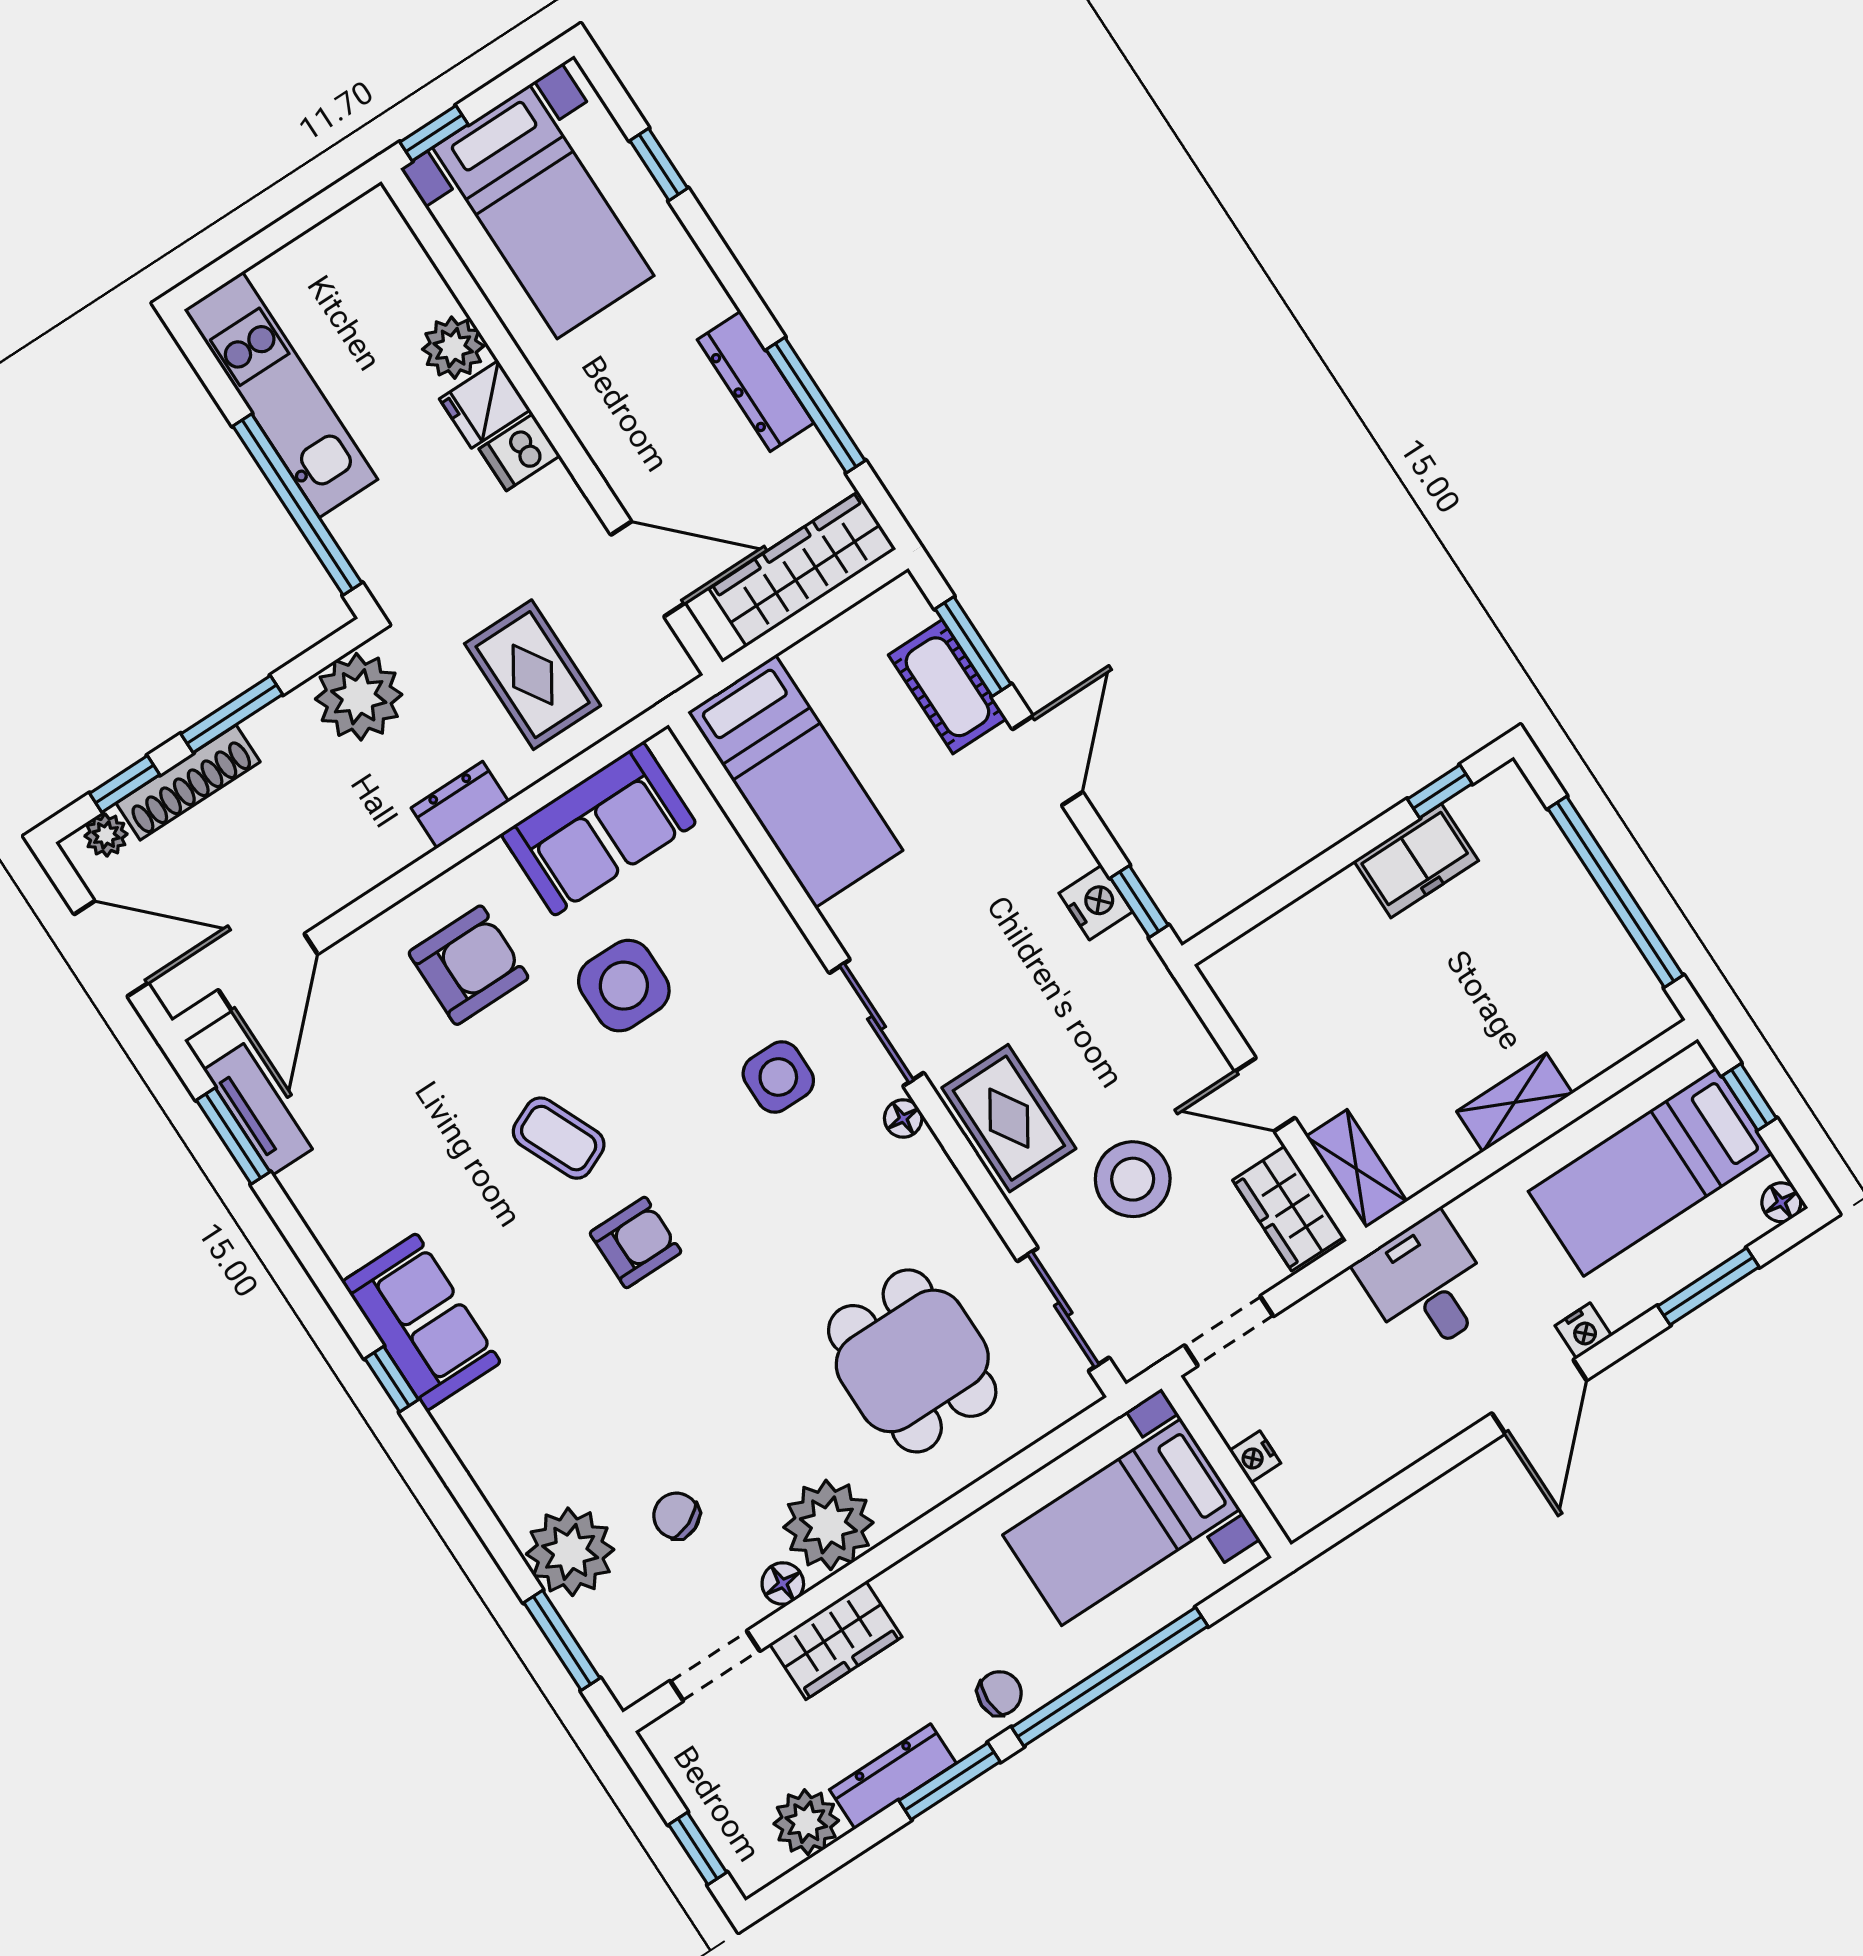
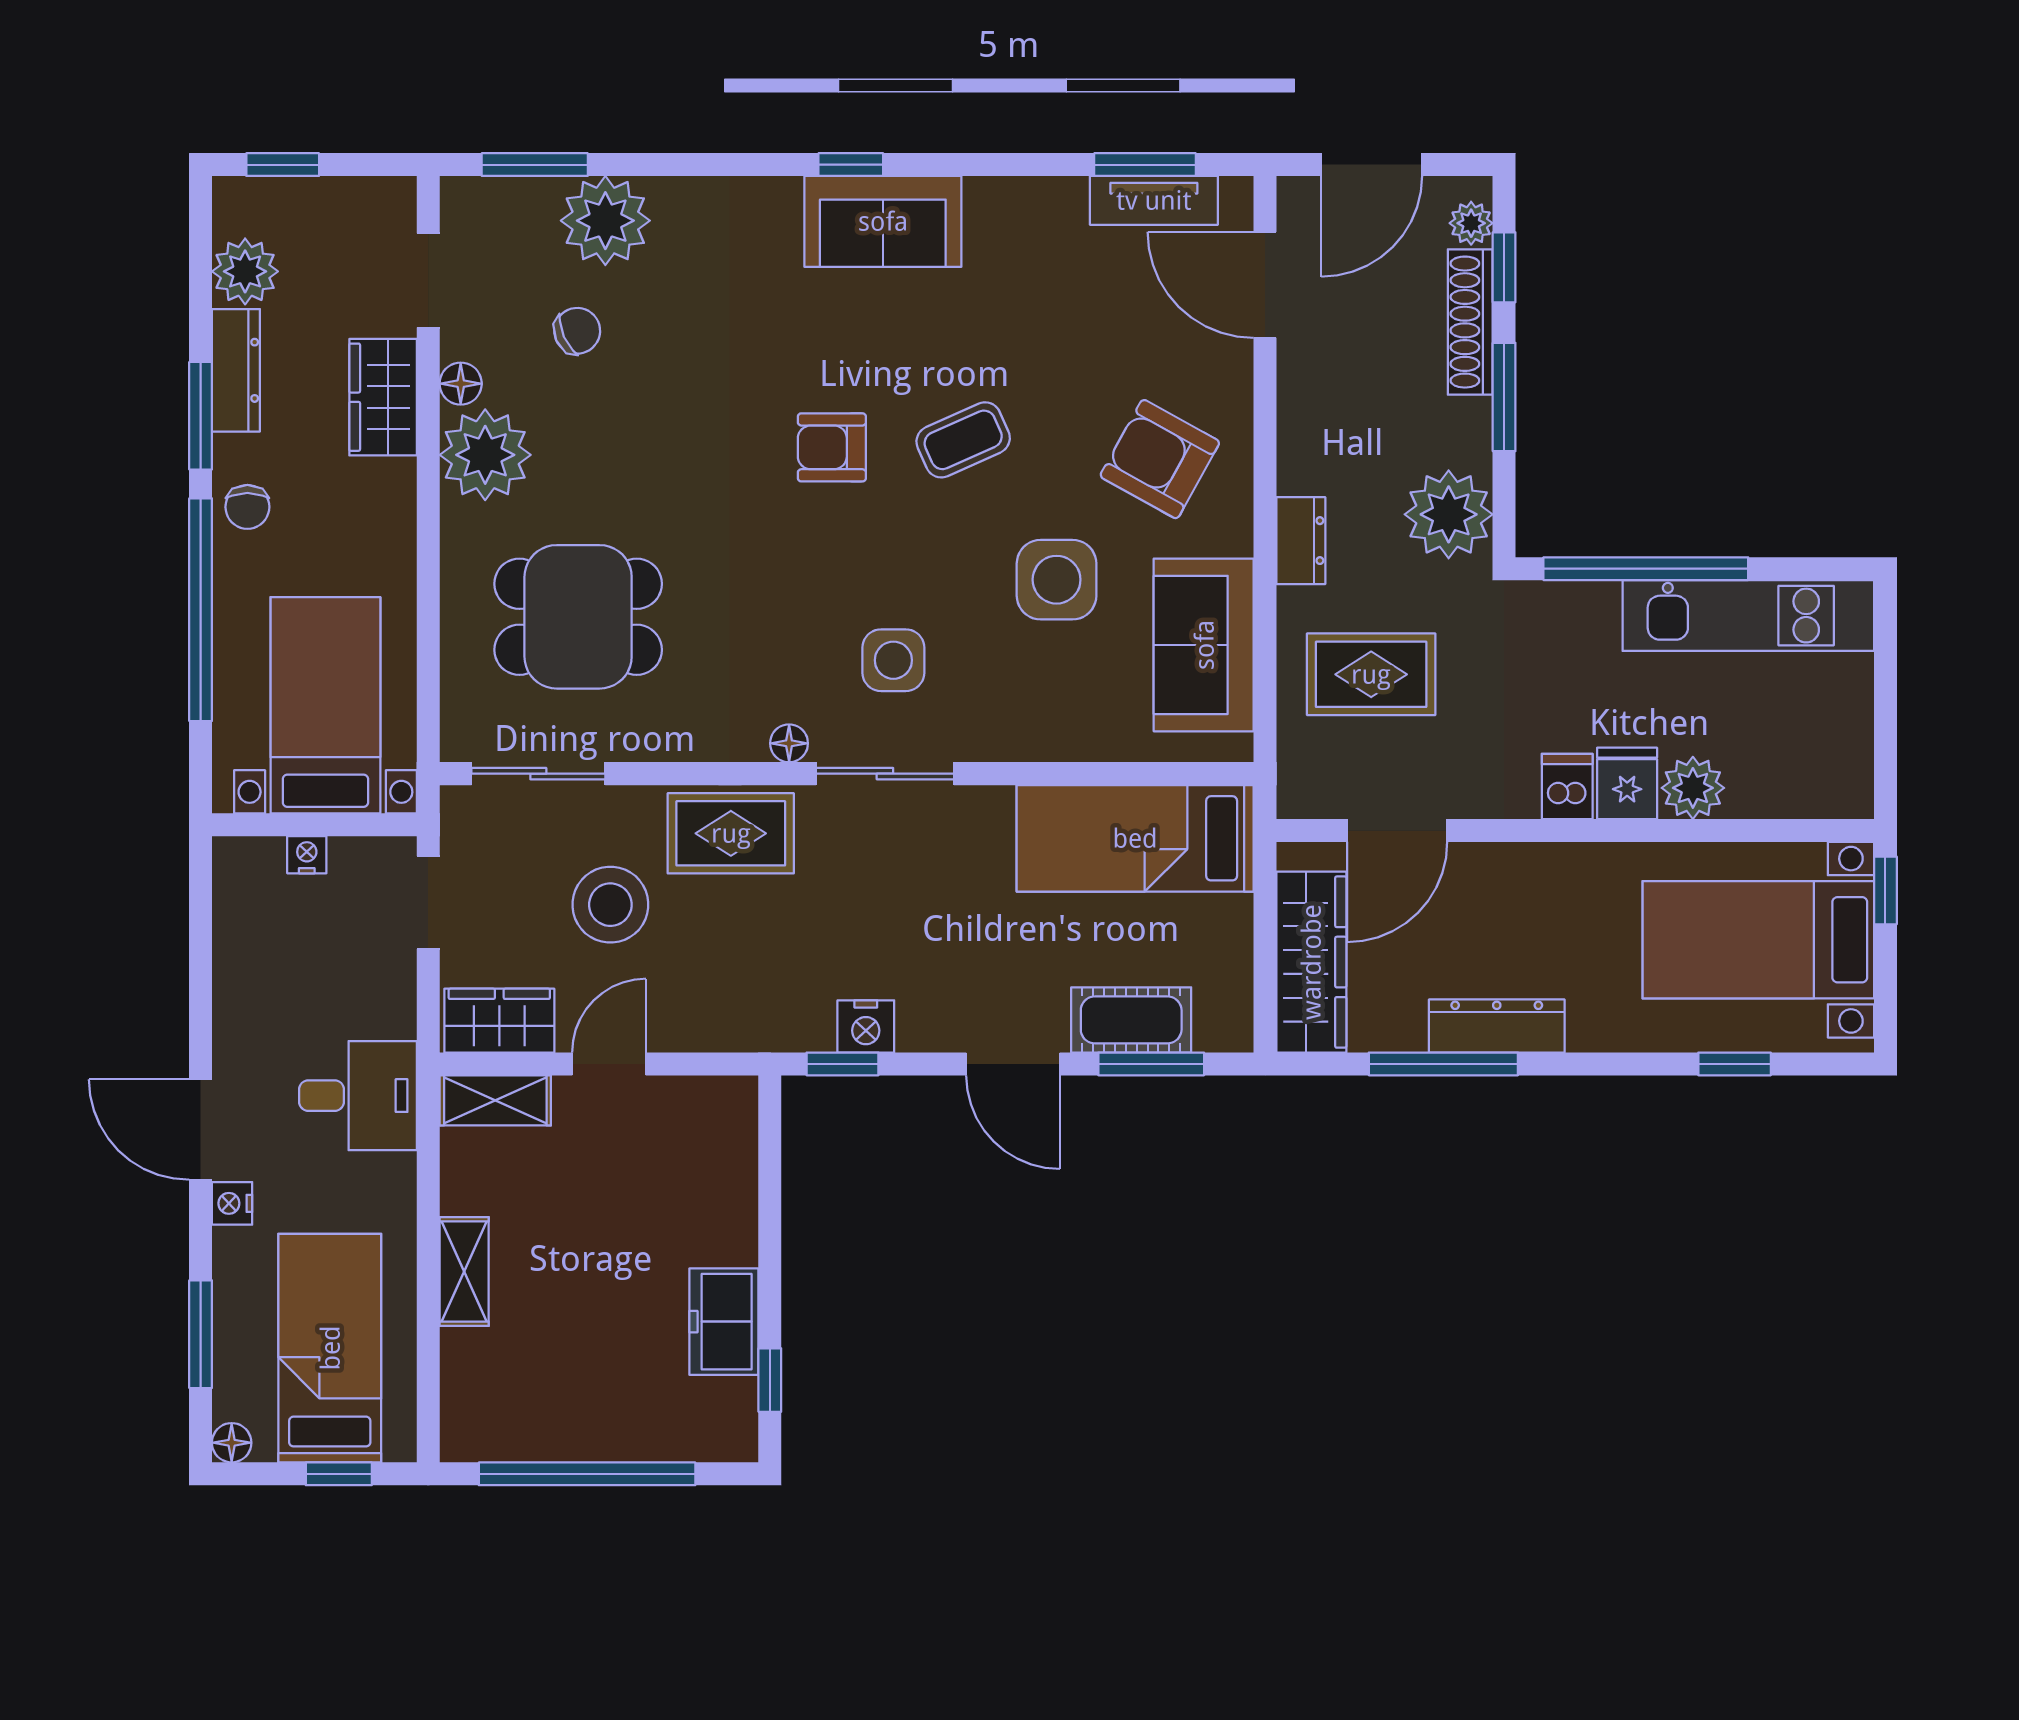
armchair: (469, 965) -> (1160, 459), turned 119
armchair: (636, 1242) -> (832, 447), turned 90

